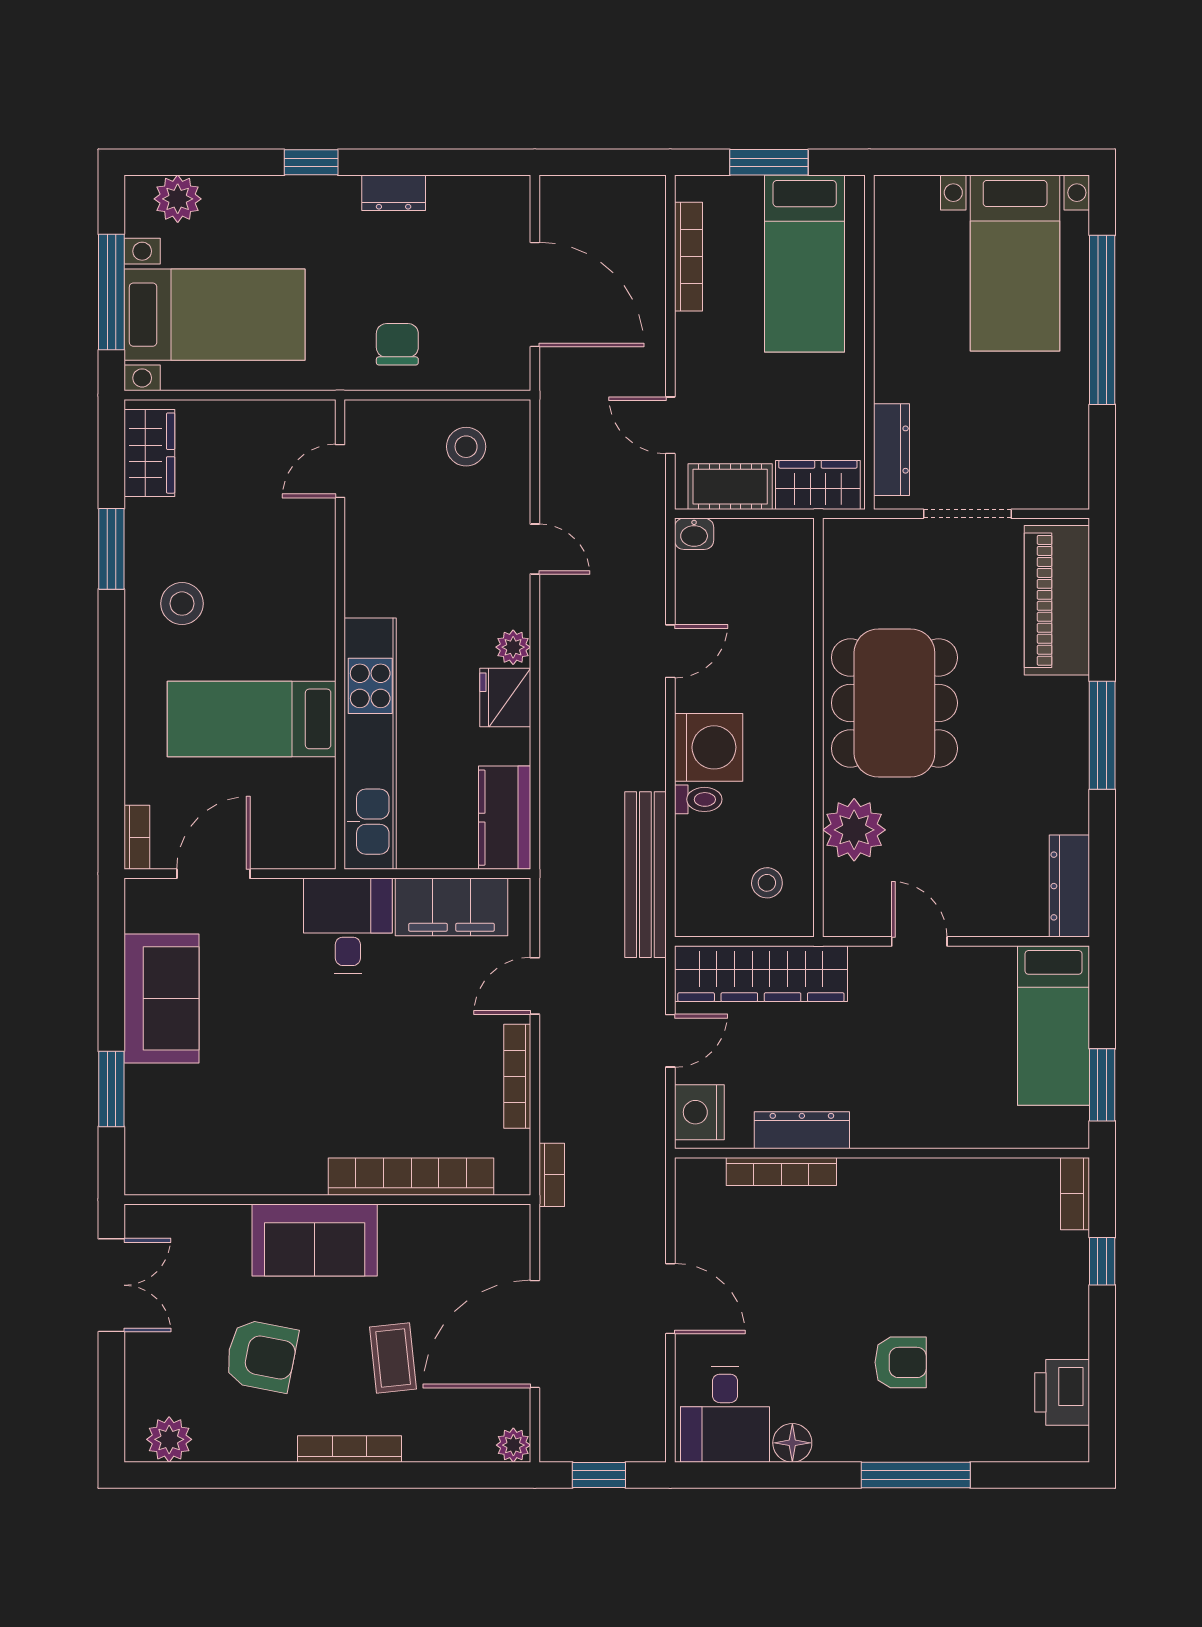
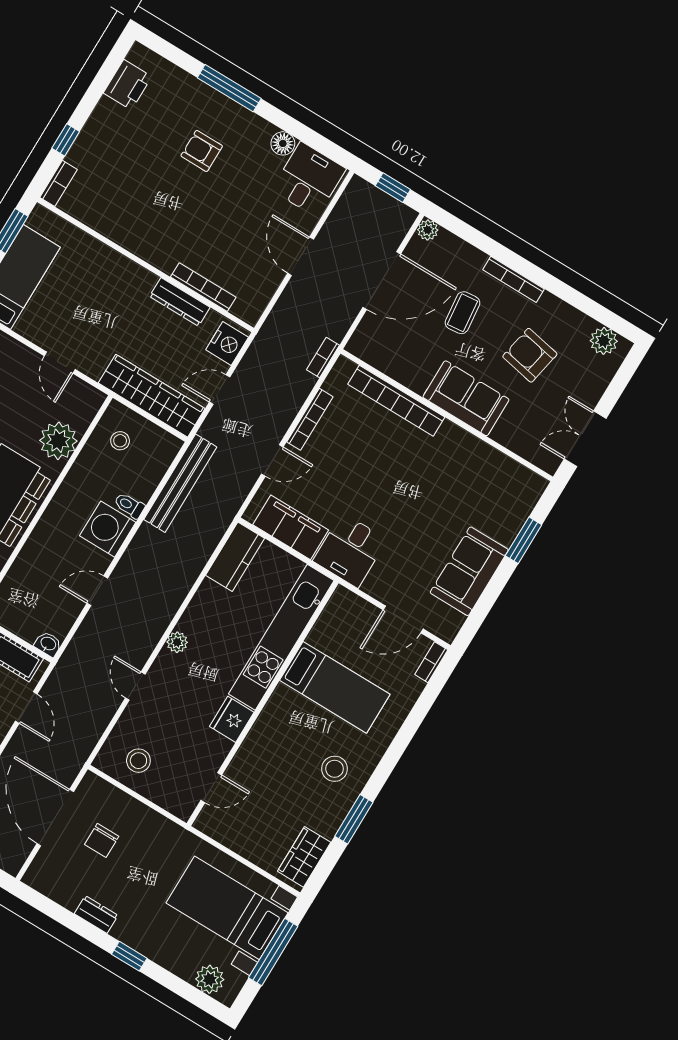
chair: (397, 344) -> (102, 840), moved
fridge: (505, 698) -> (232, 719), moved, turned 180

